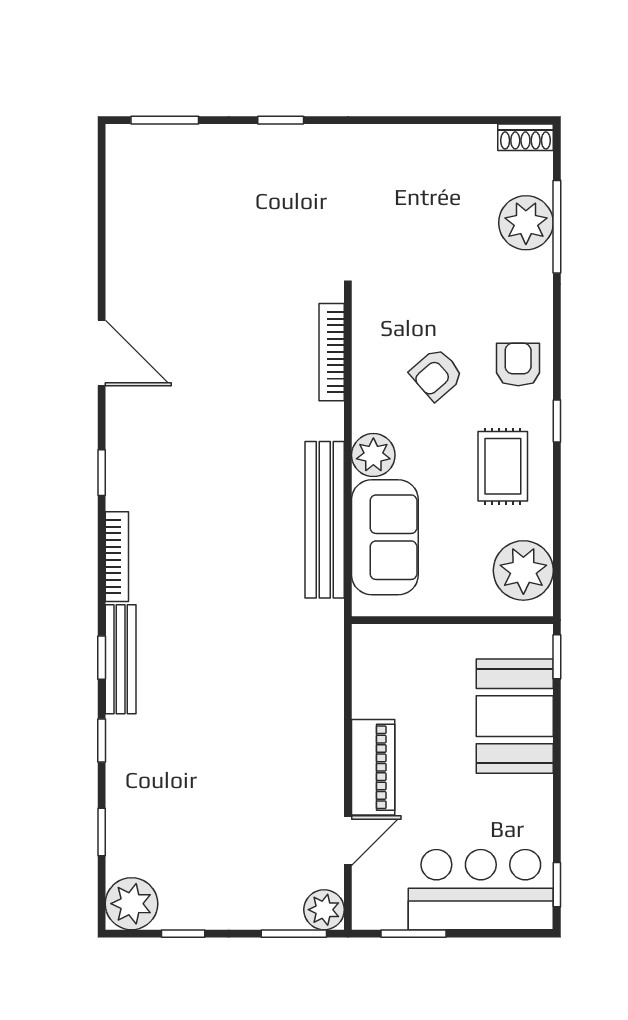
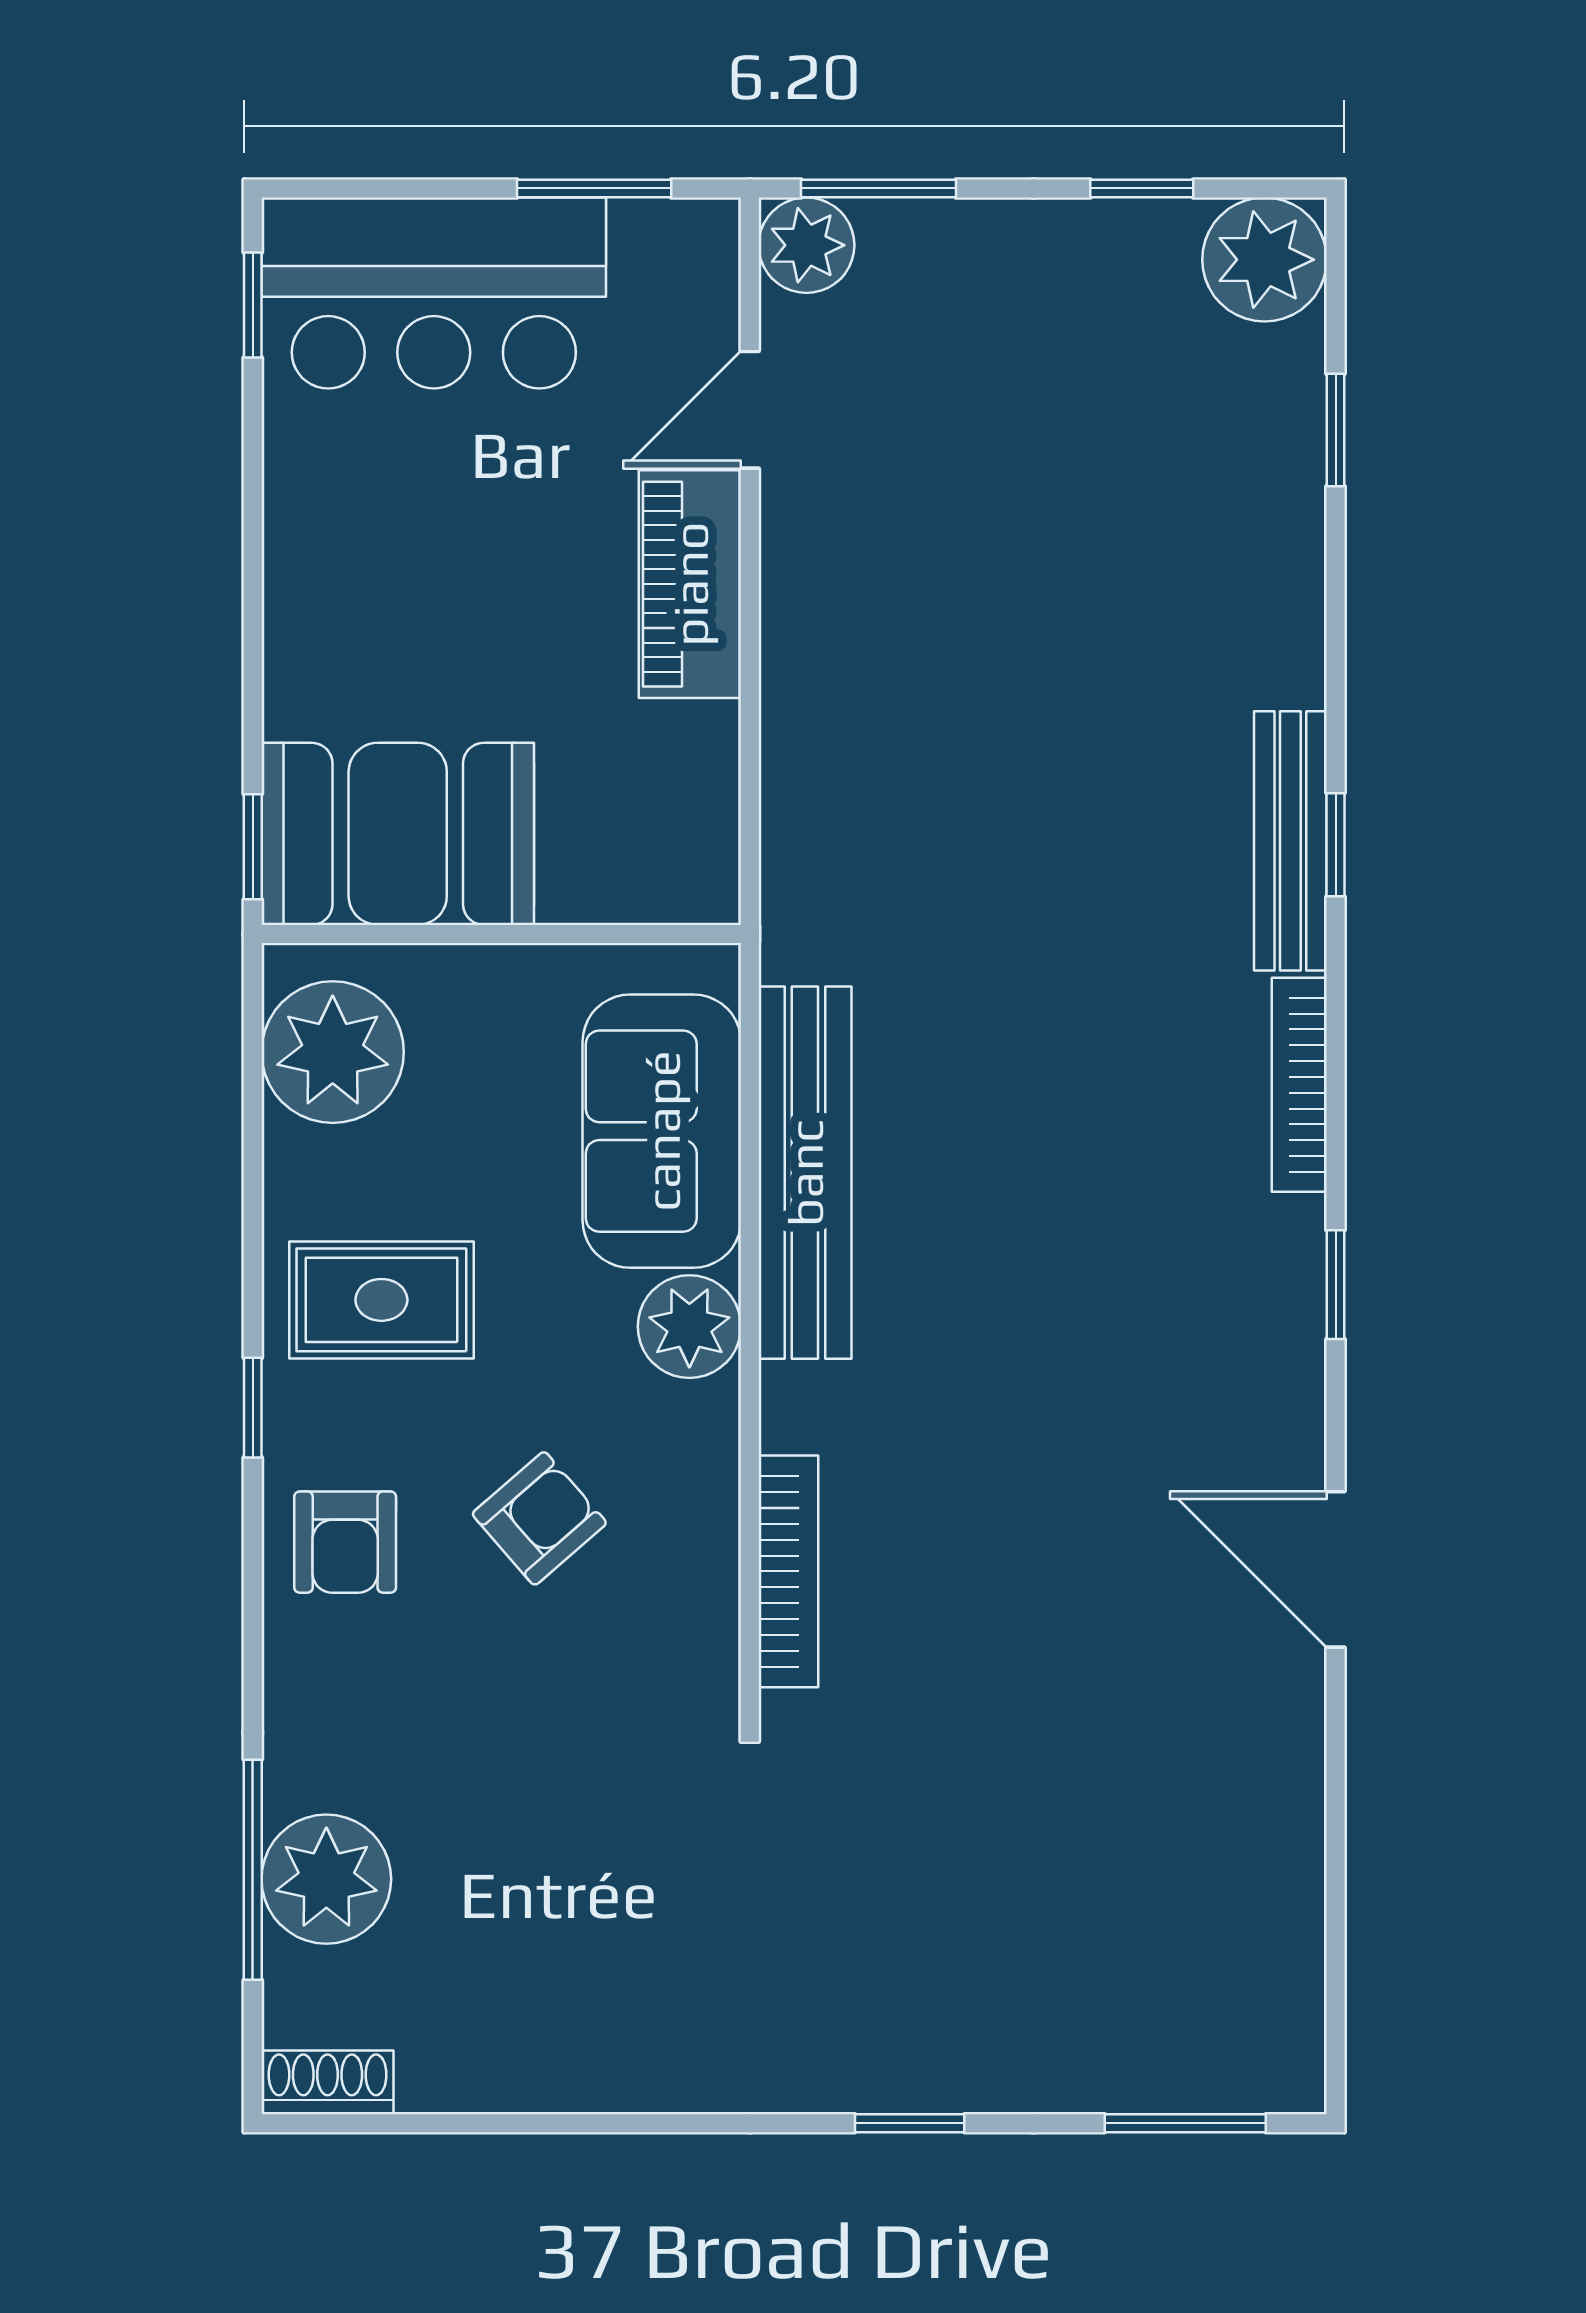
rug: (503, 466) -> (381, 1300), turned 90
booth: (515, 716) -> (398, 834), moved, turned 90
window: (102, 740) -> (1336, 648), removed

